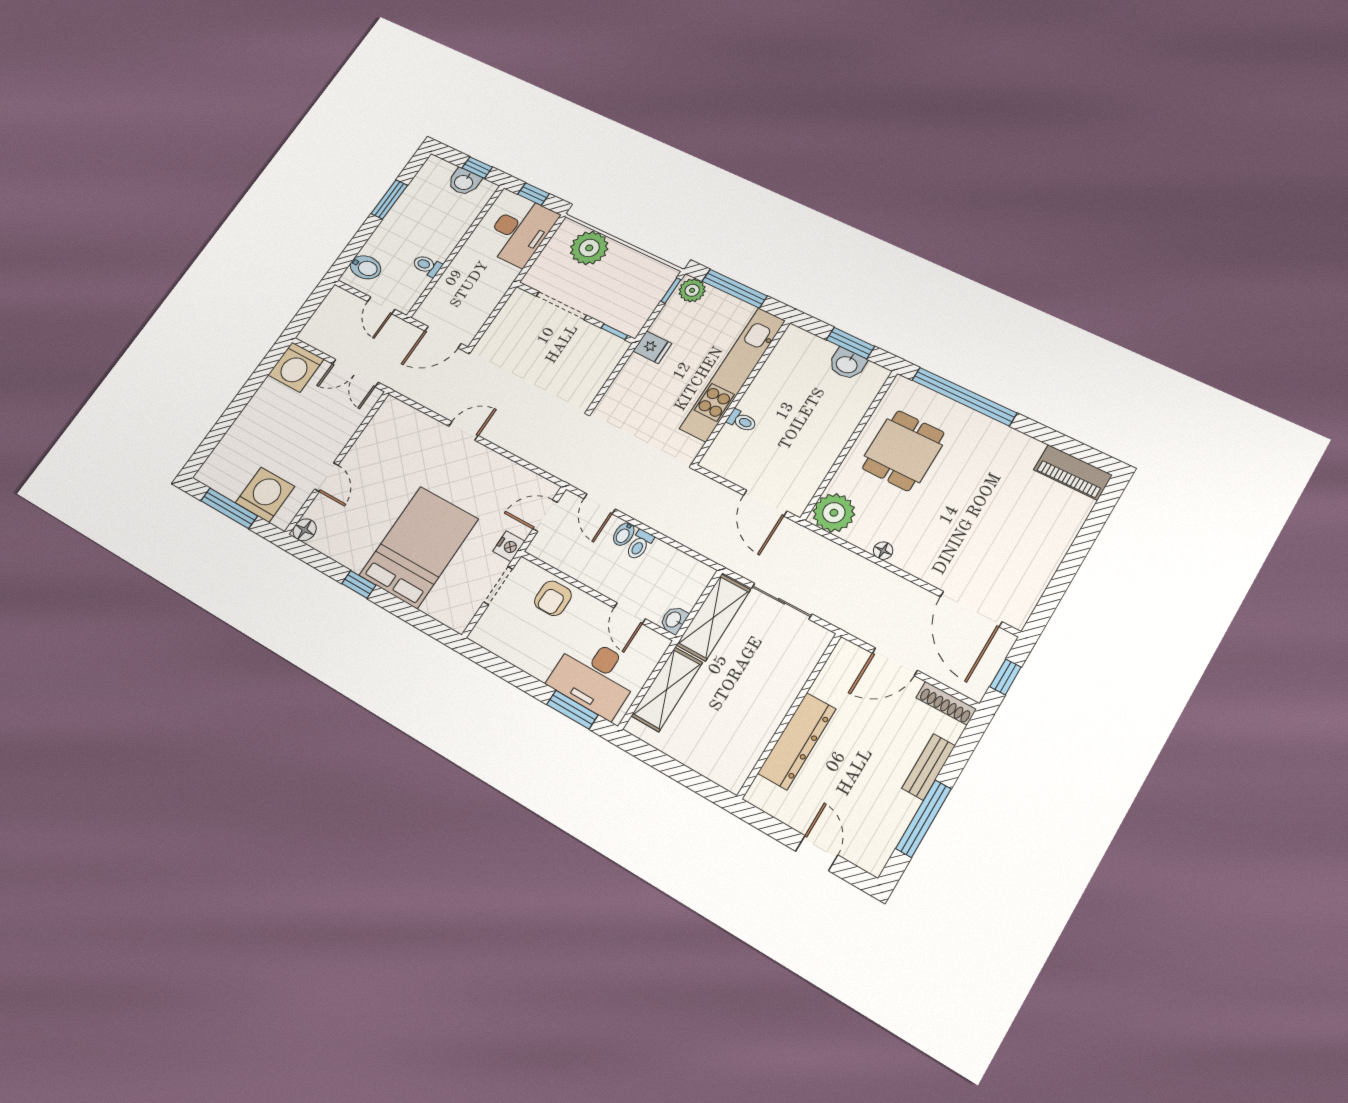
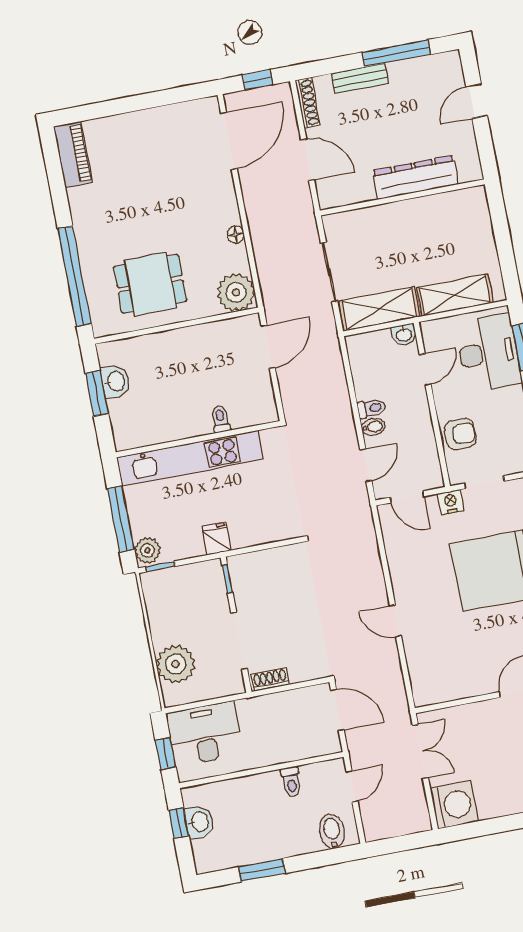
shoe rack: (512, 306) -> (270, 680), added

